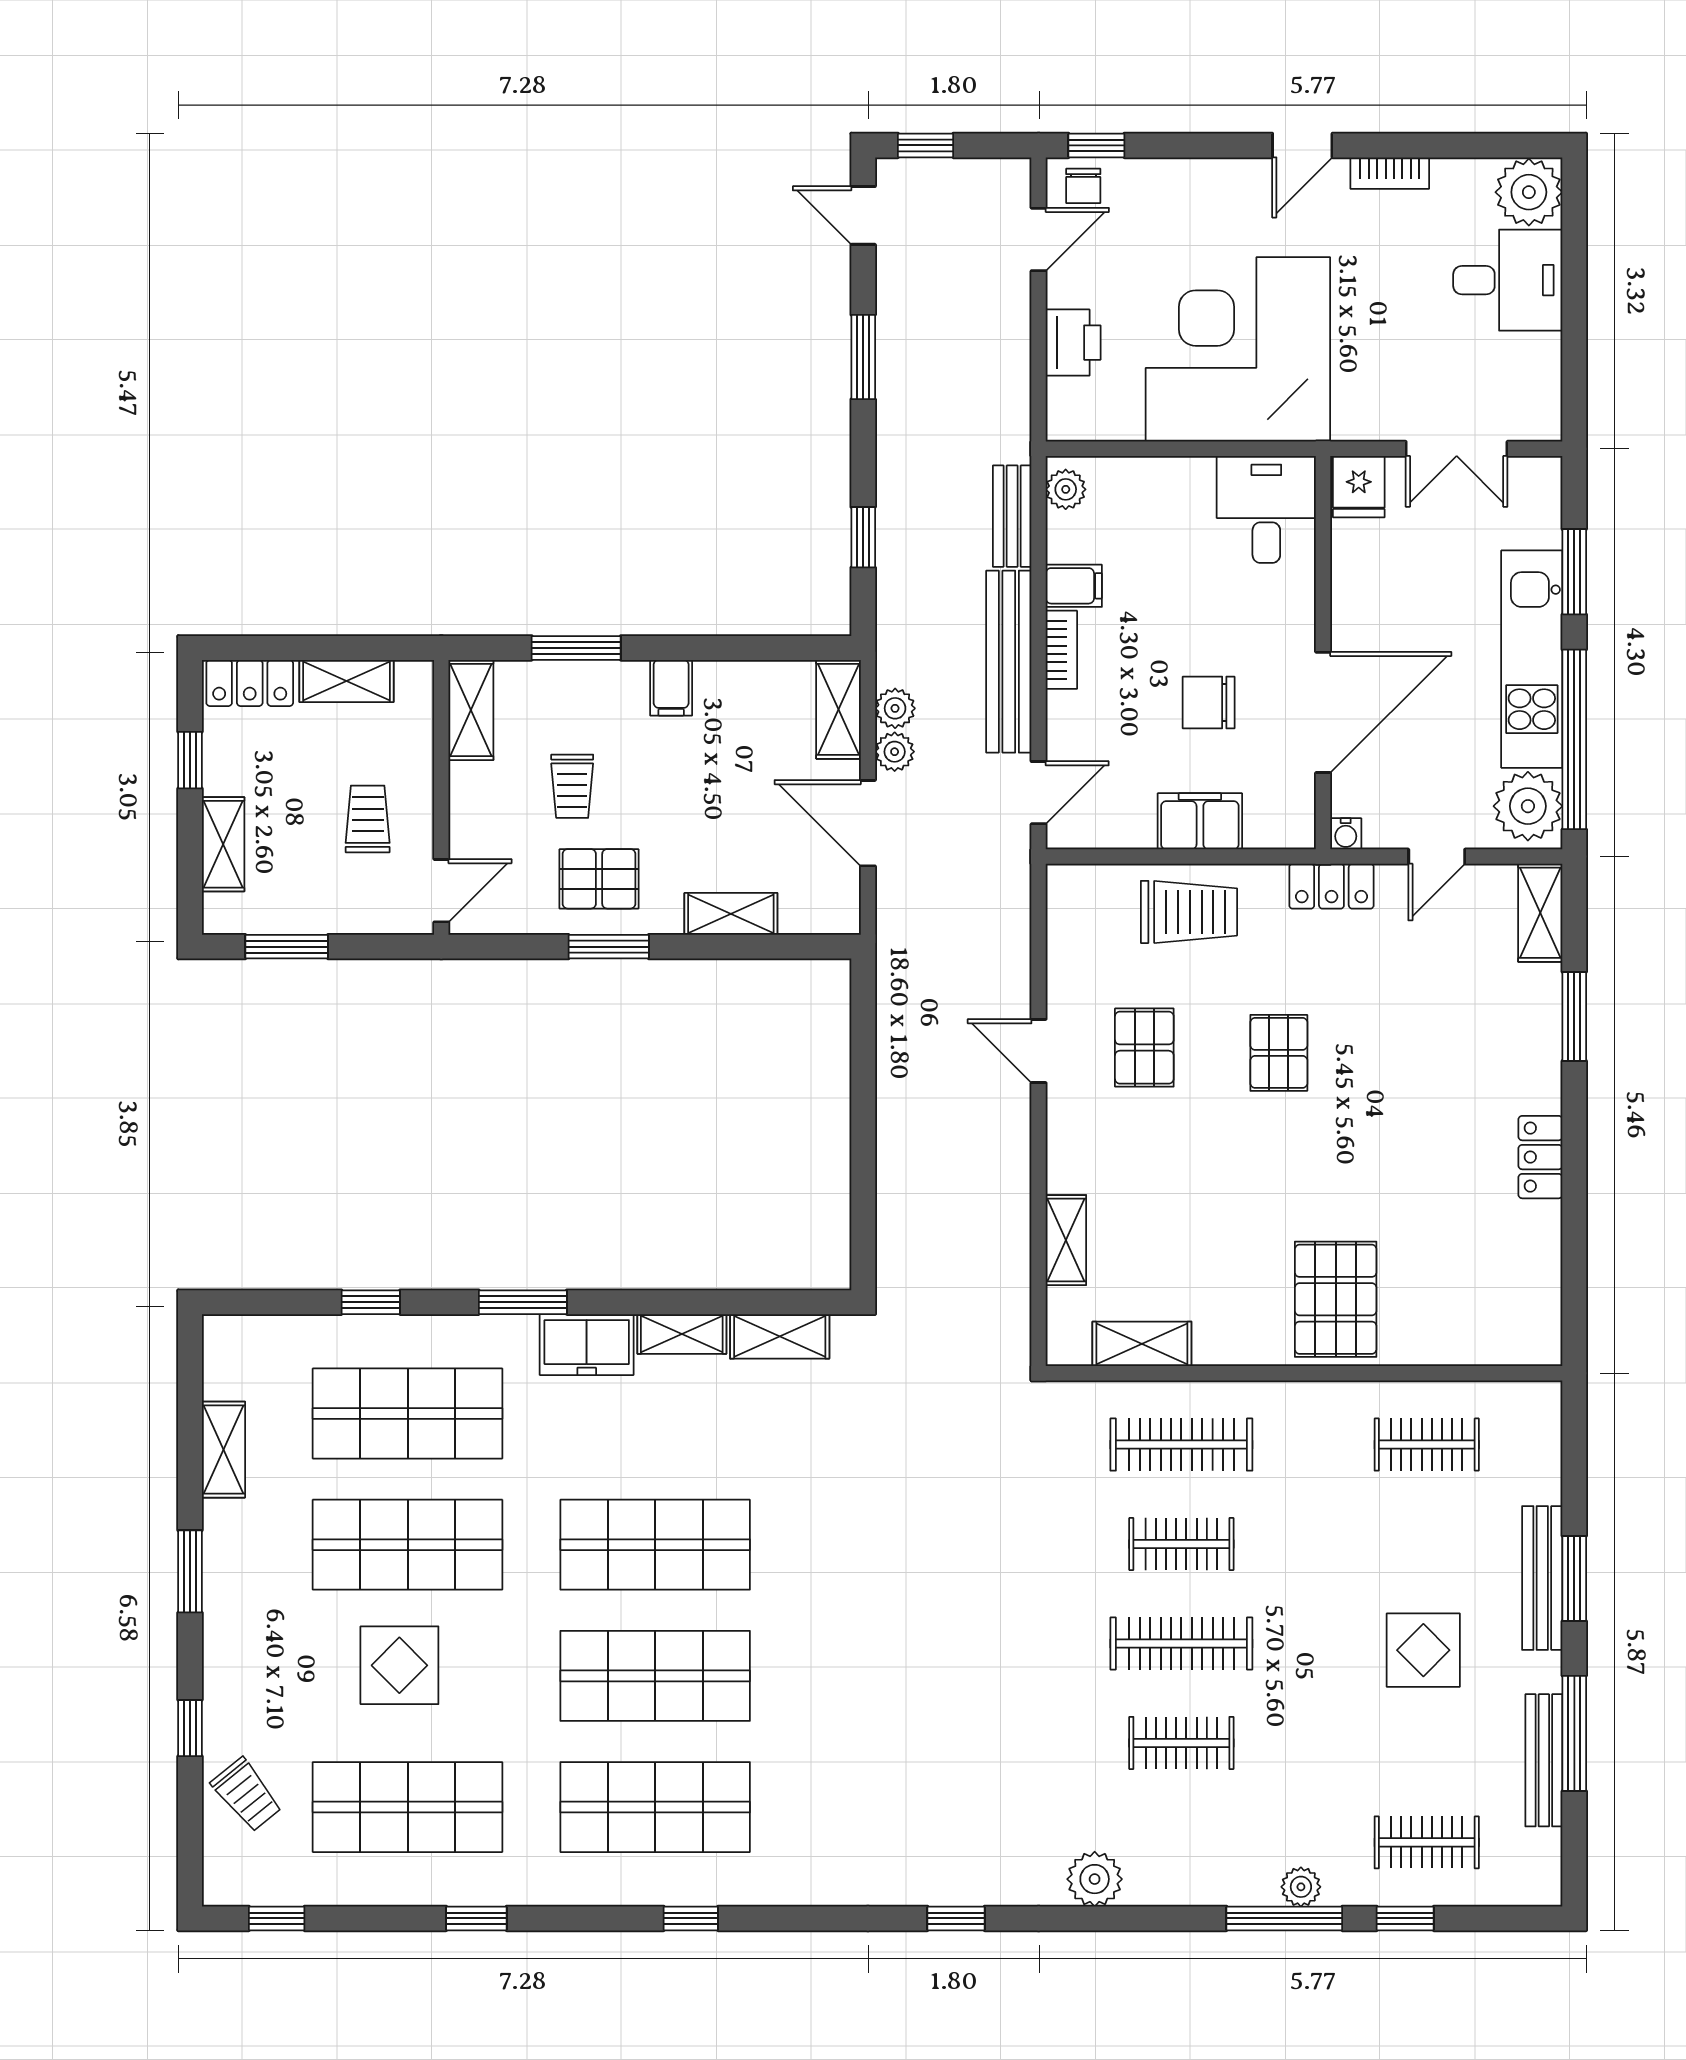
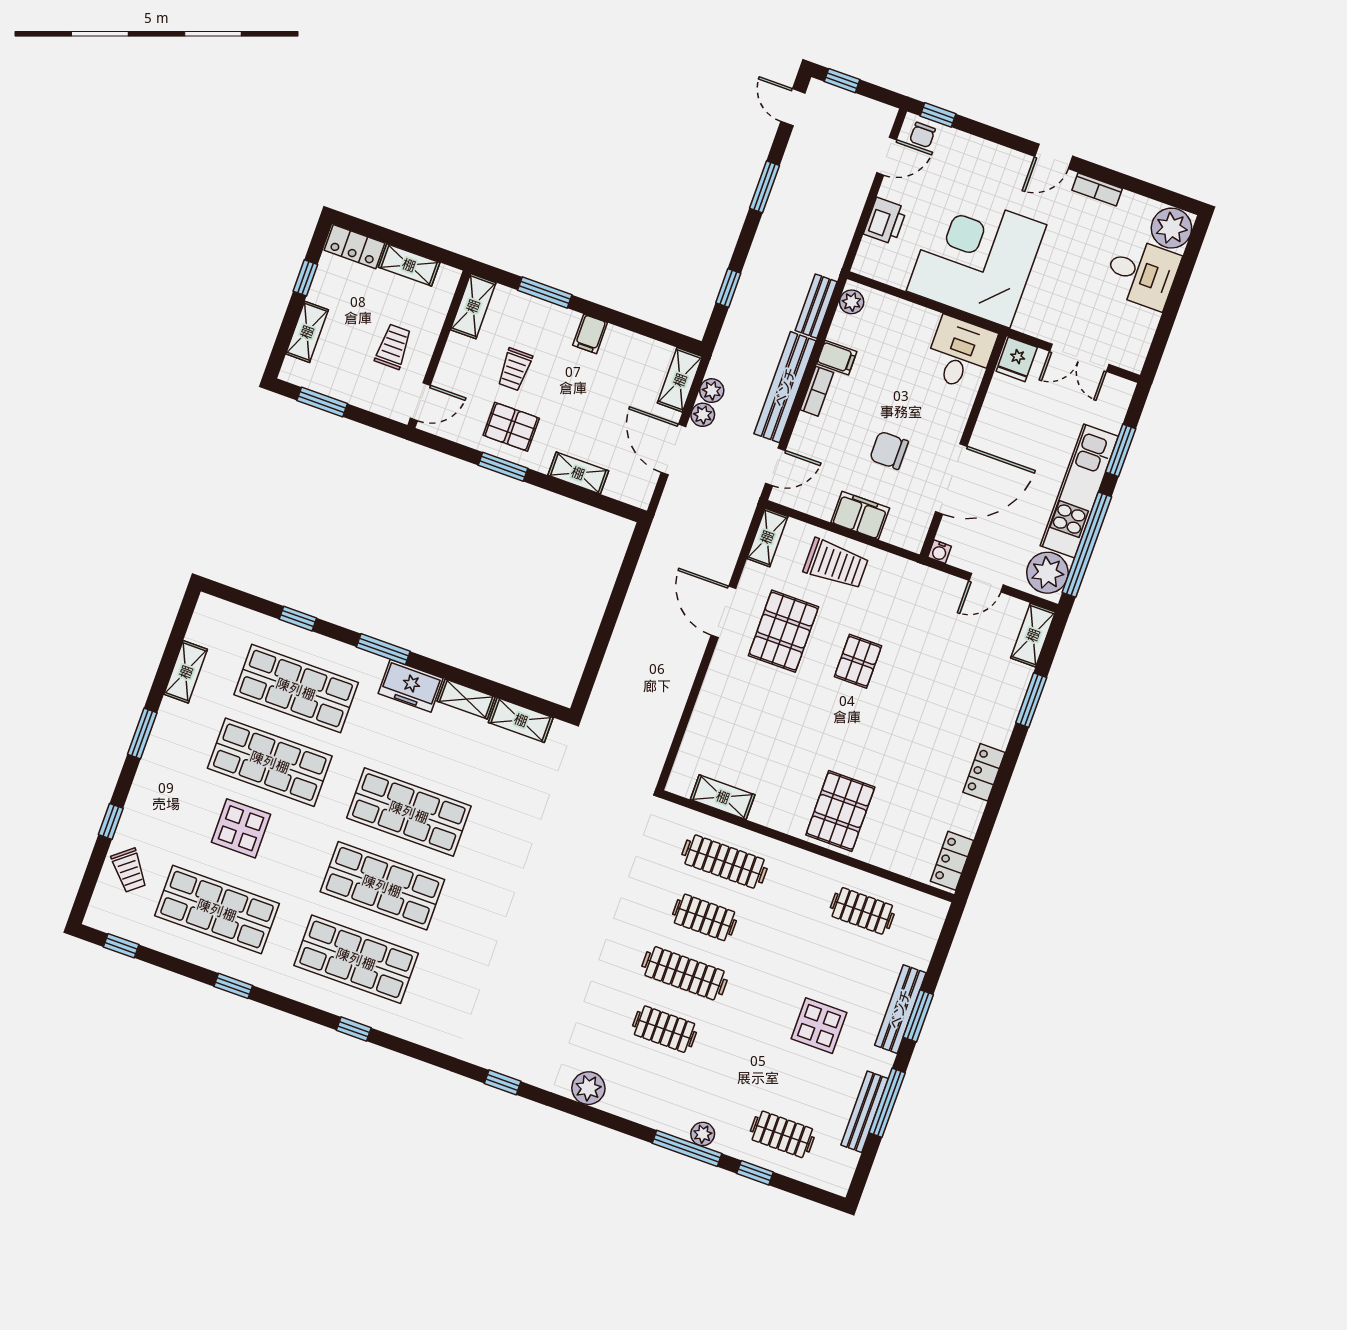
locker: (1331, 886) -> (952, 861), moved, turned 90
pallet: (1144, 1048) -> (783, 631), width x1.50, depth x1.42
door: (1039, 1051) -> (723, 612), width x1.38
shelving: (1066, 1240) -> (767, 537), moved

